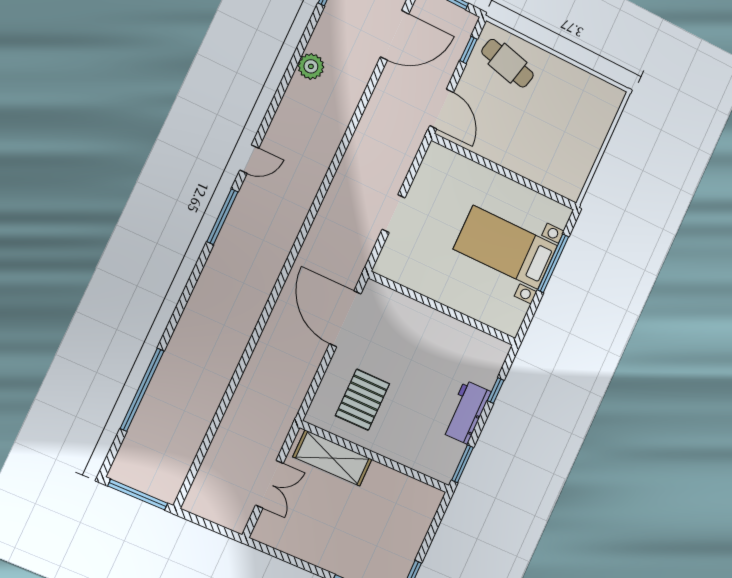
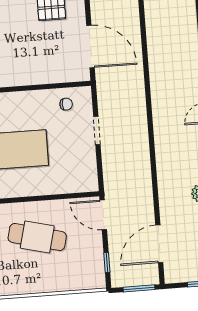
cafe table: (508, 63) -> (37, 237), moved, width x1.37, depth x1.35
chair: (412, 266) -> (66, 104), added

